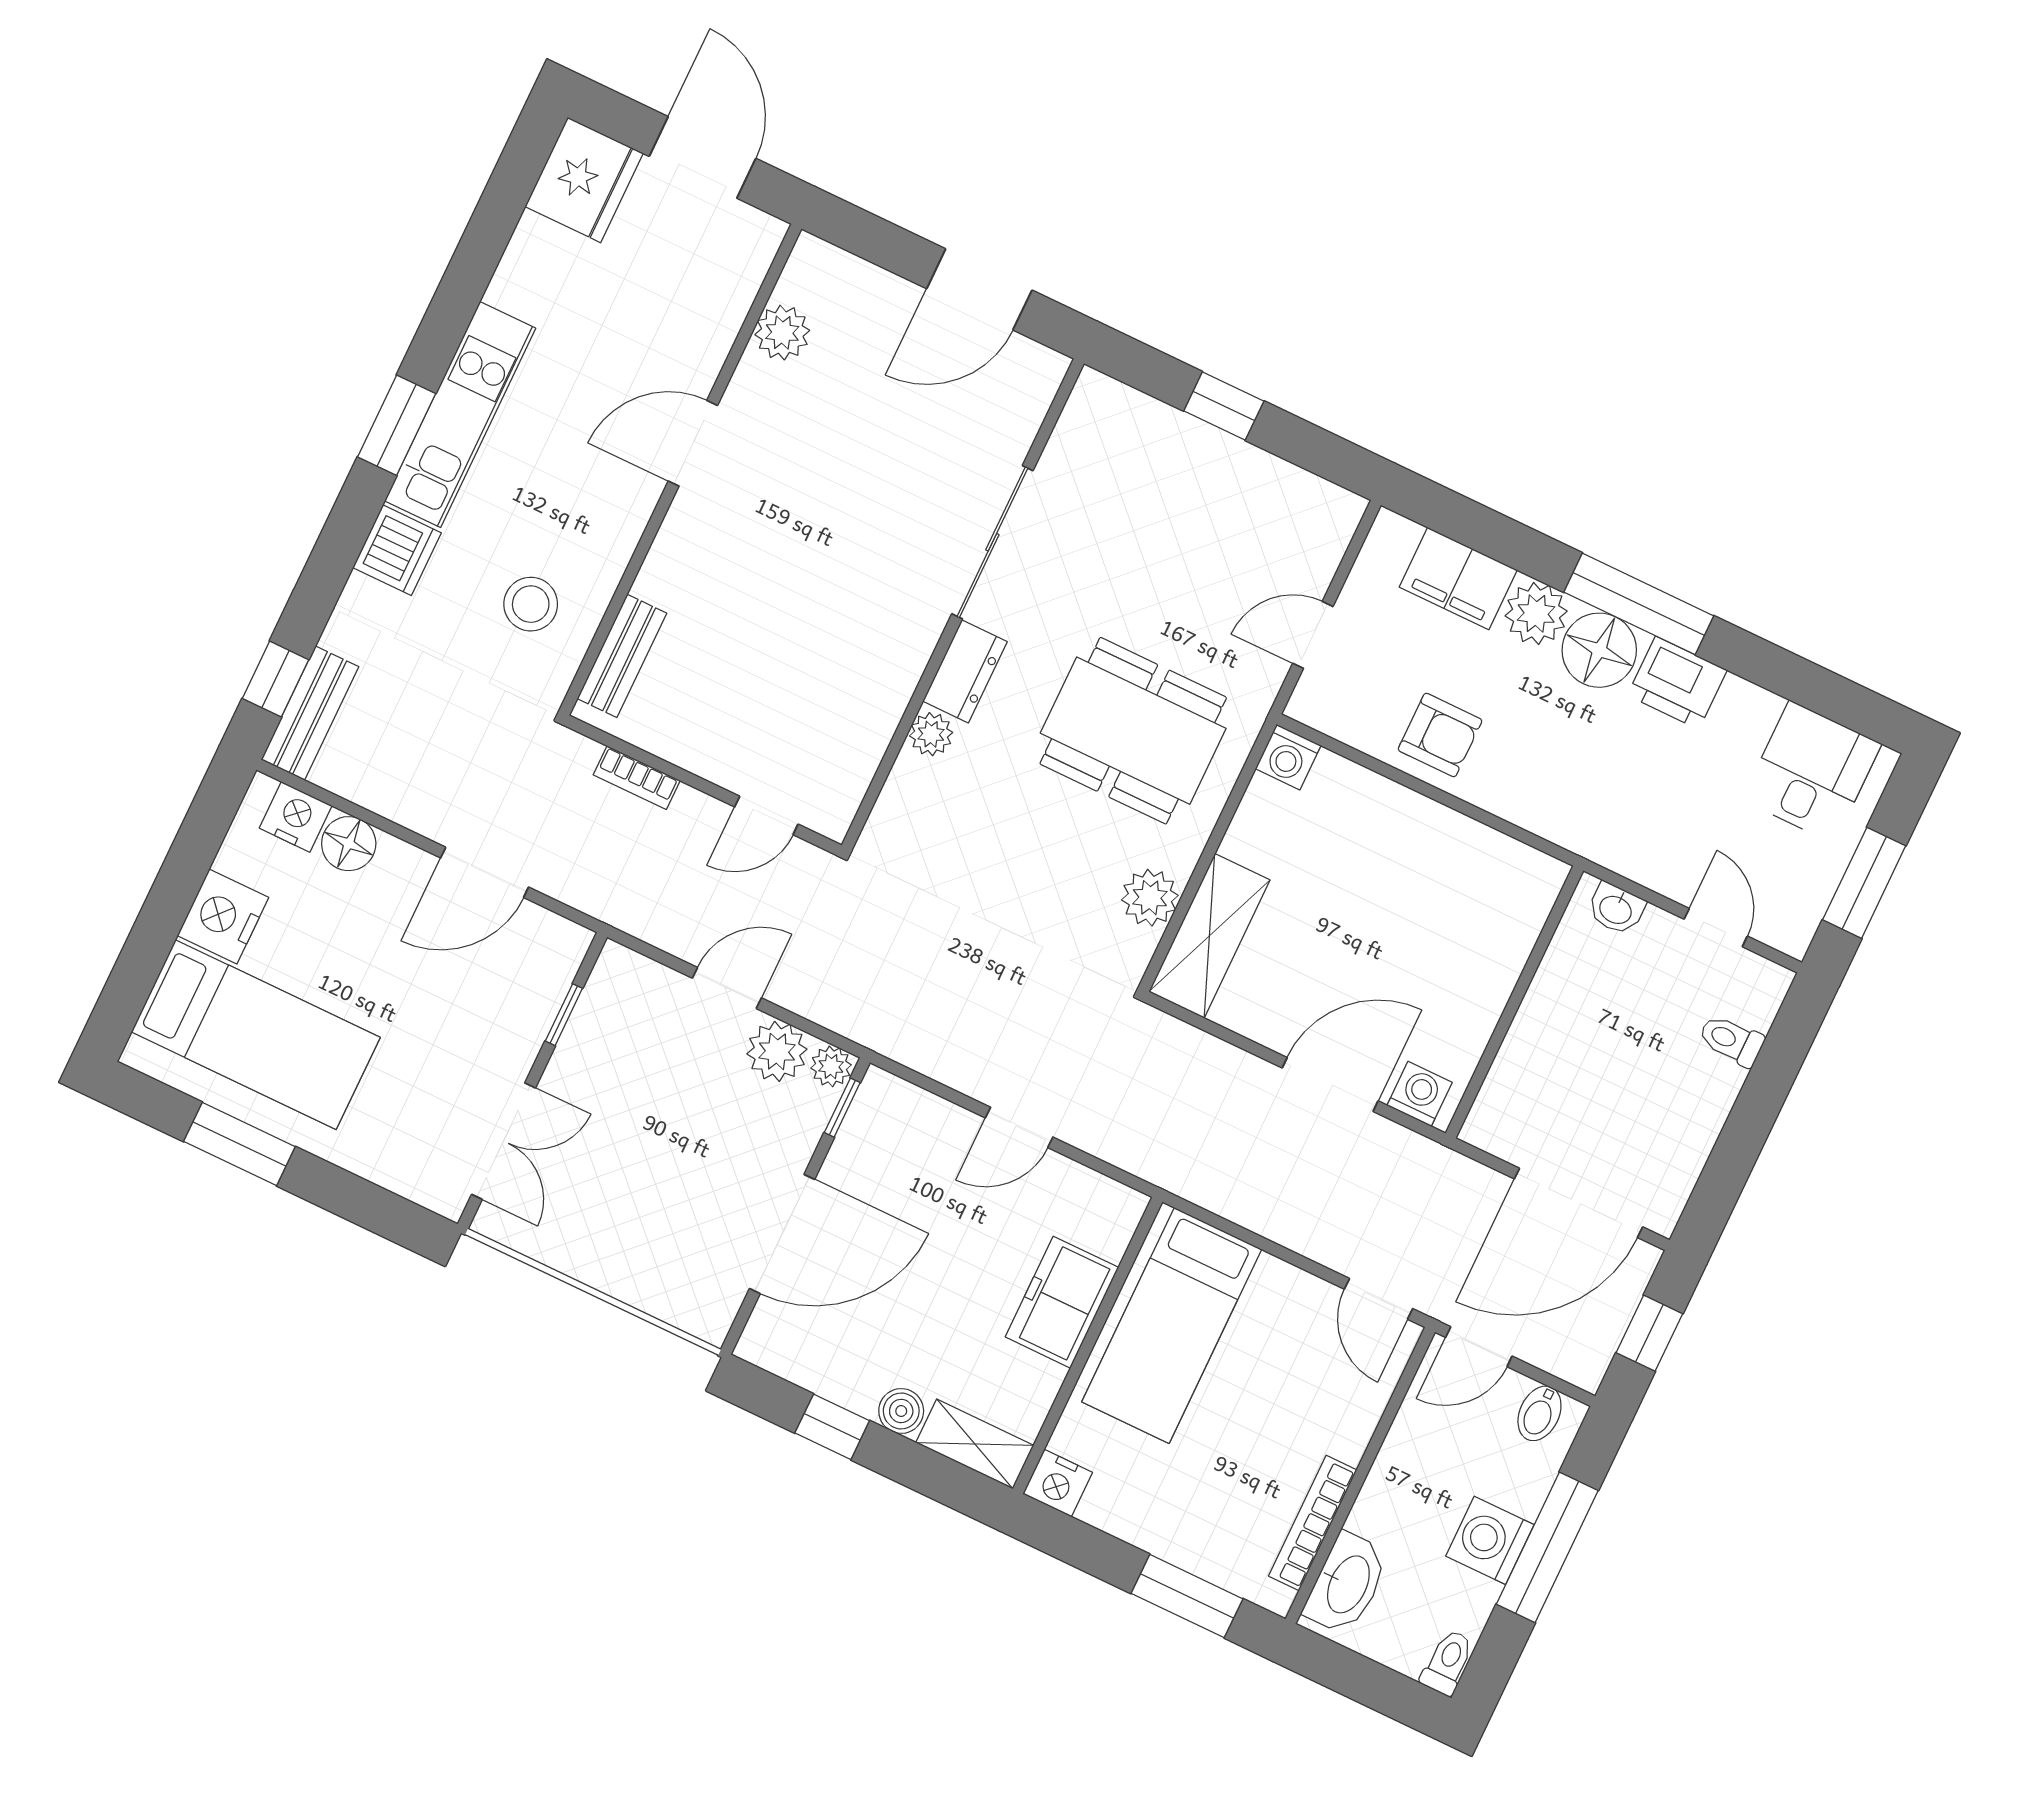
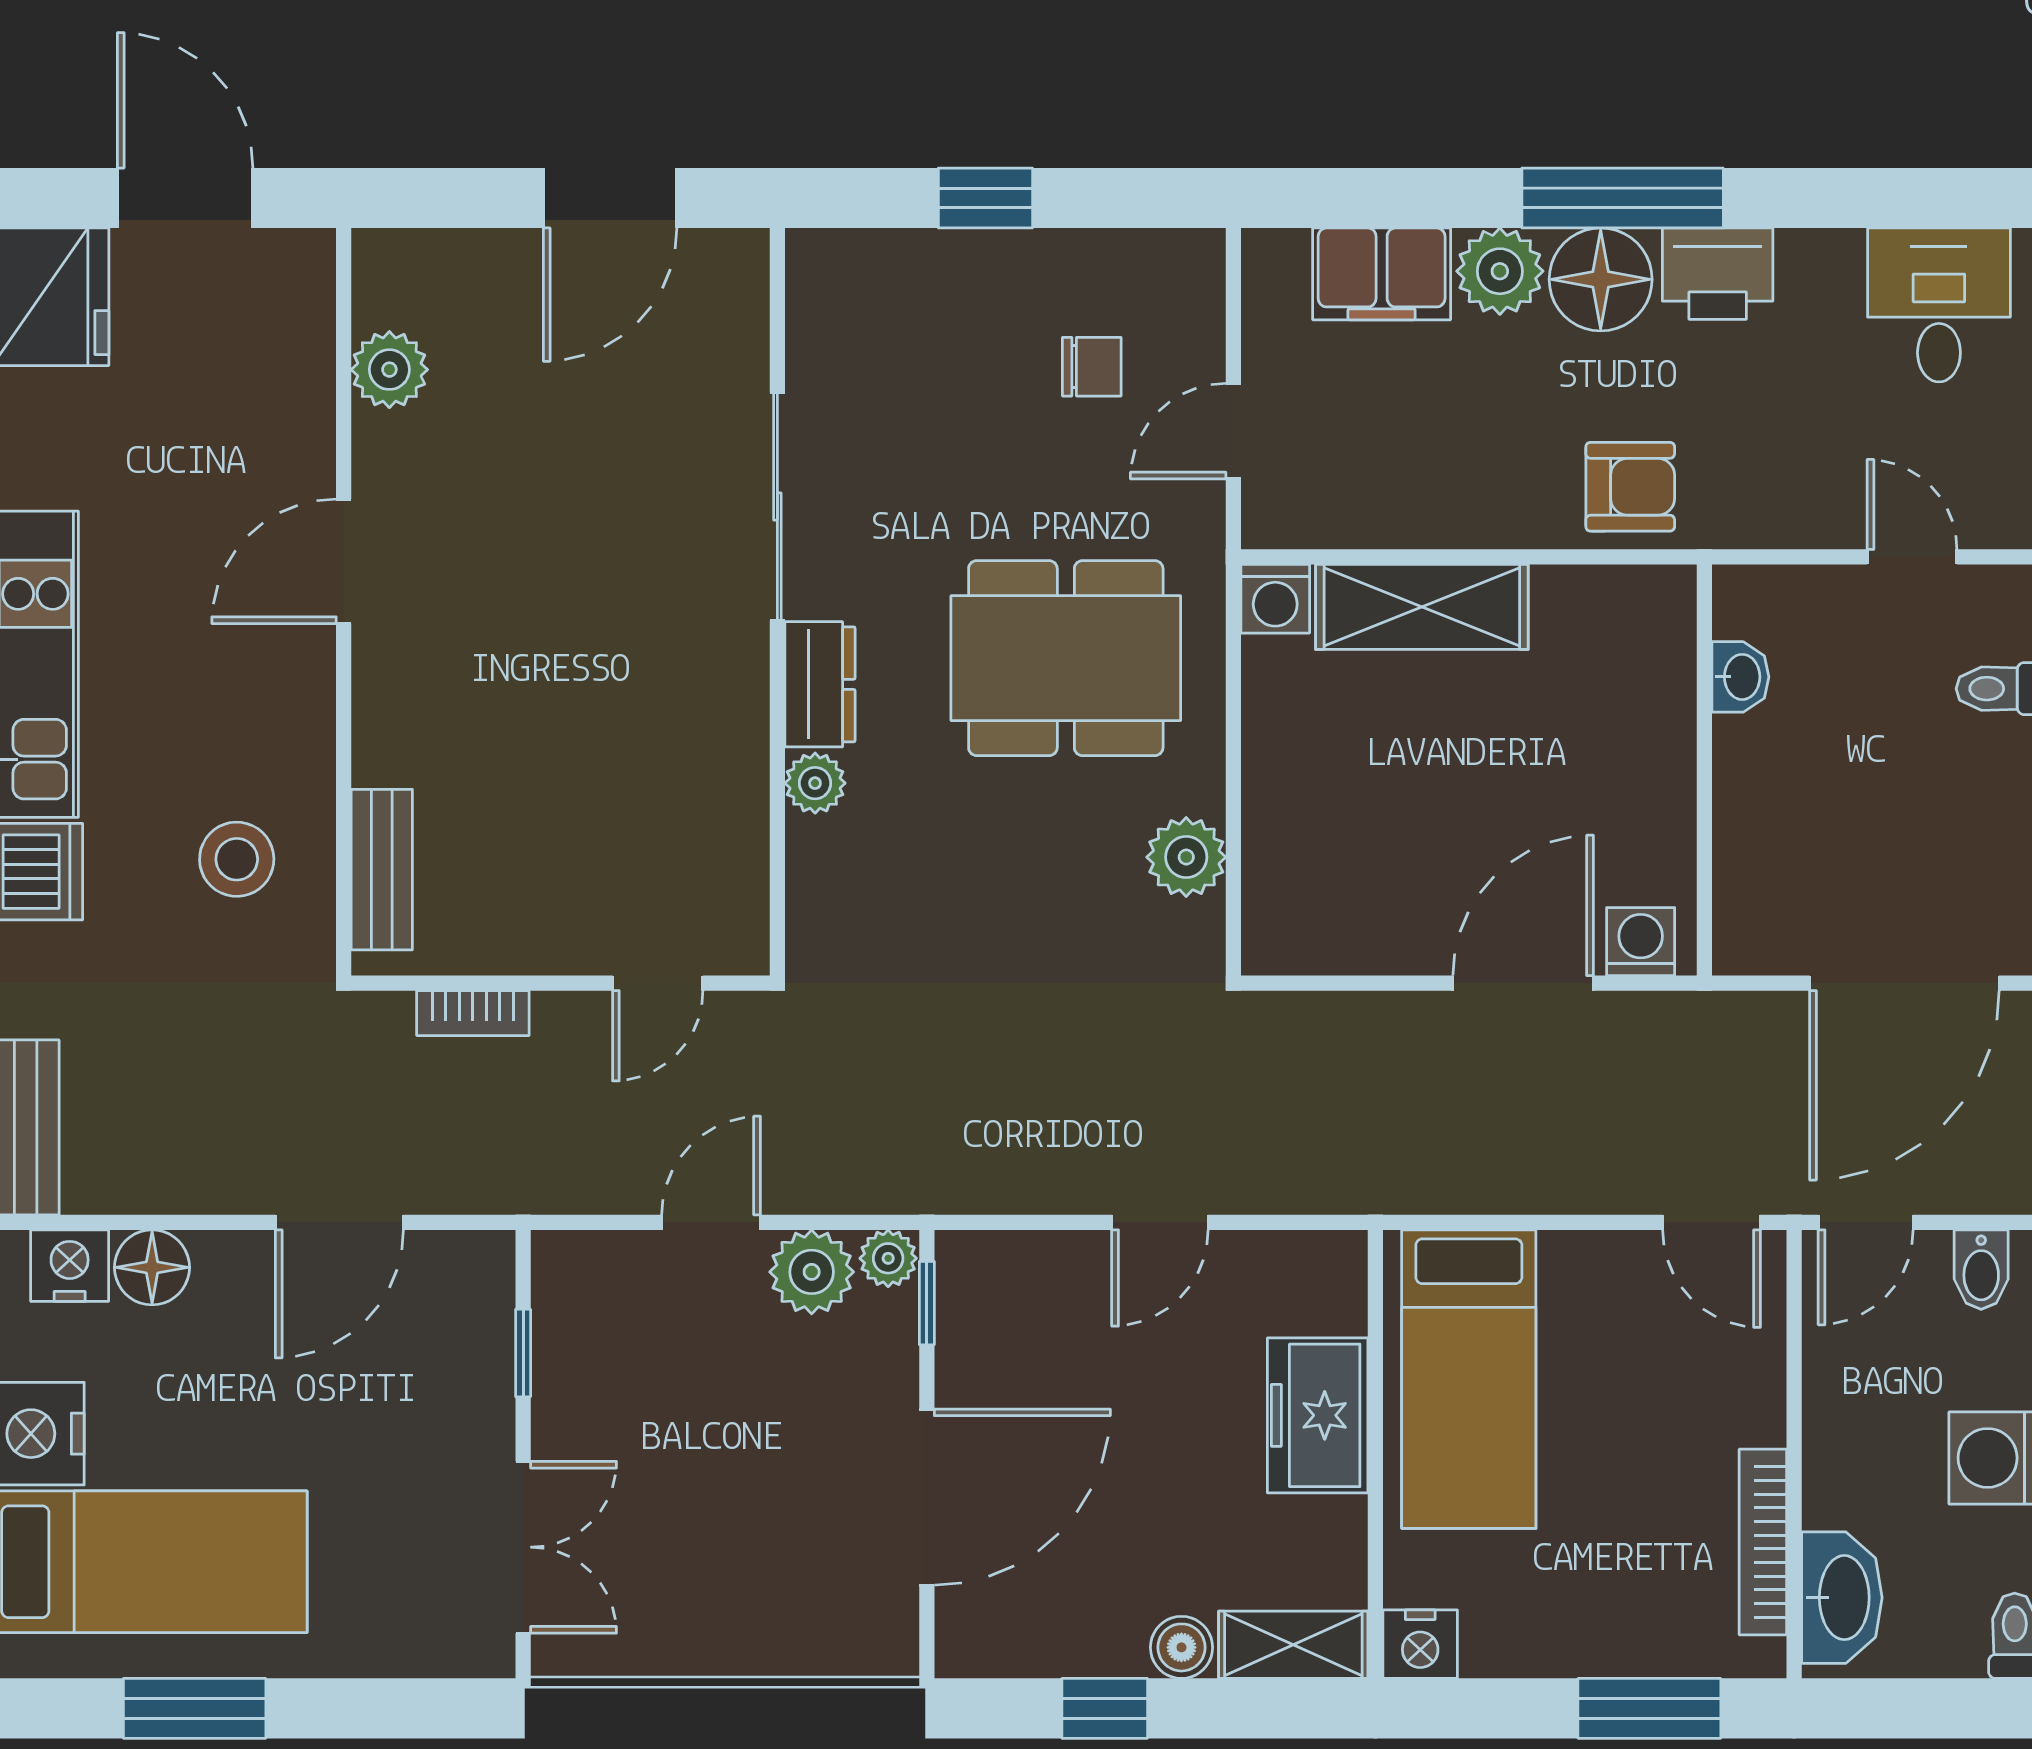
chair: (1241, 549) -> (1092, 367), added
armchair: (1440, 735) -> (1630, 487), moved
washbasin: (1616, 909) -> (1740, 677), moved, turned -90
shelving: (1209, 936) -> (1422, 607), moved, turned 90

